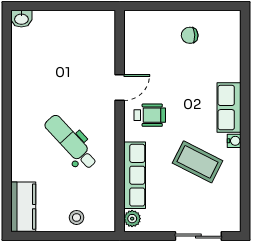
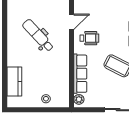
dental chair: (71, 142) -> (38, 35), moved
kitchen counter: (23, 207) -> (14, 81), moved

